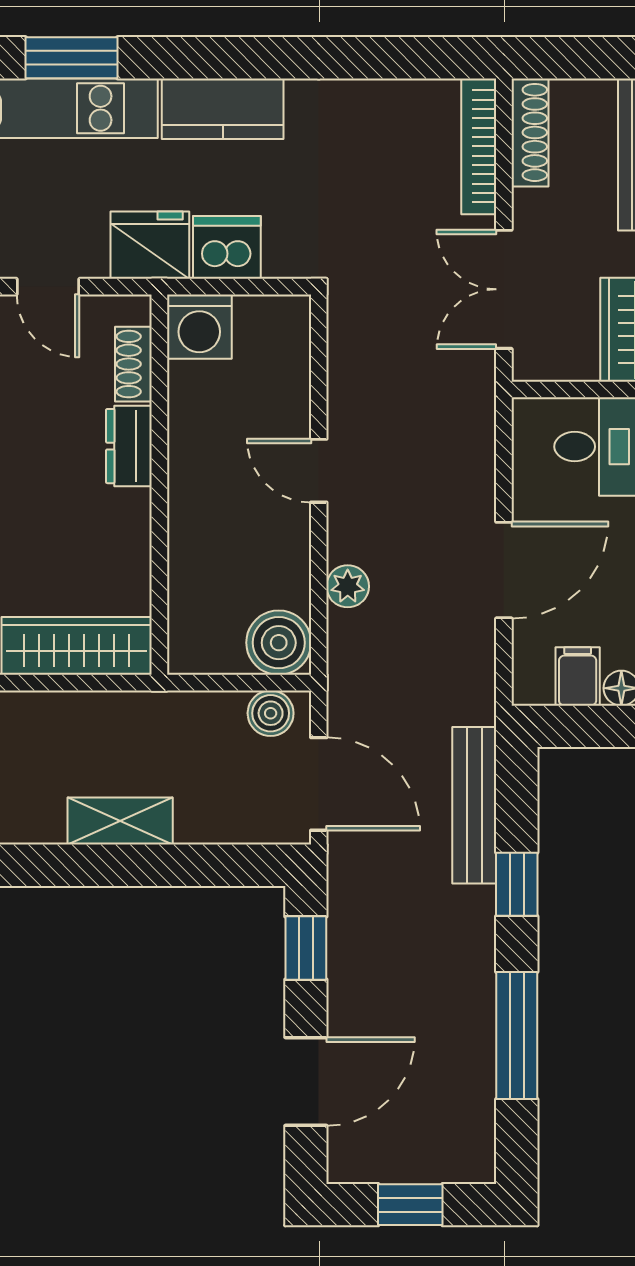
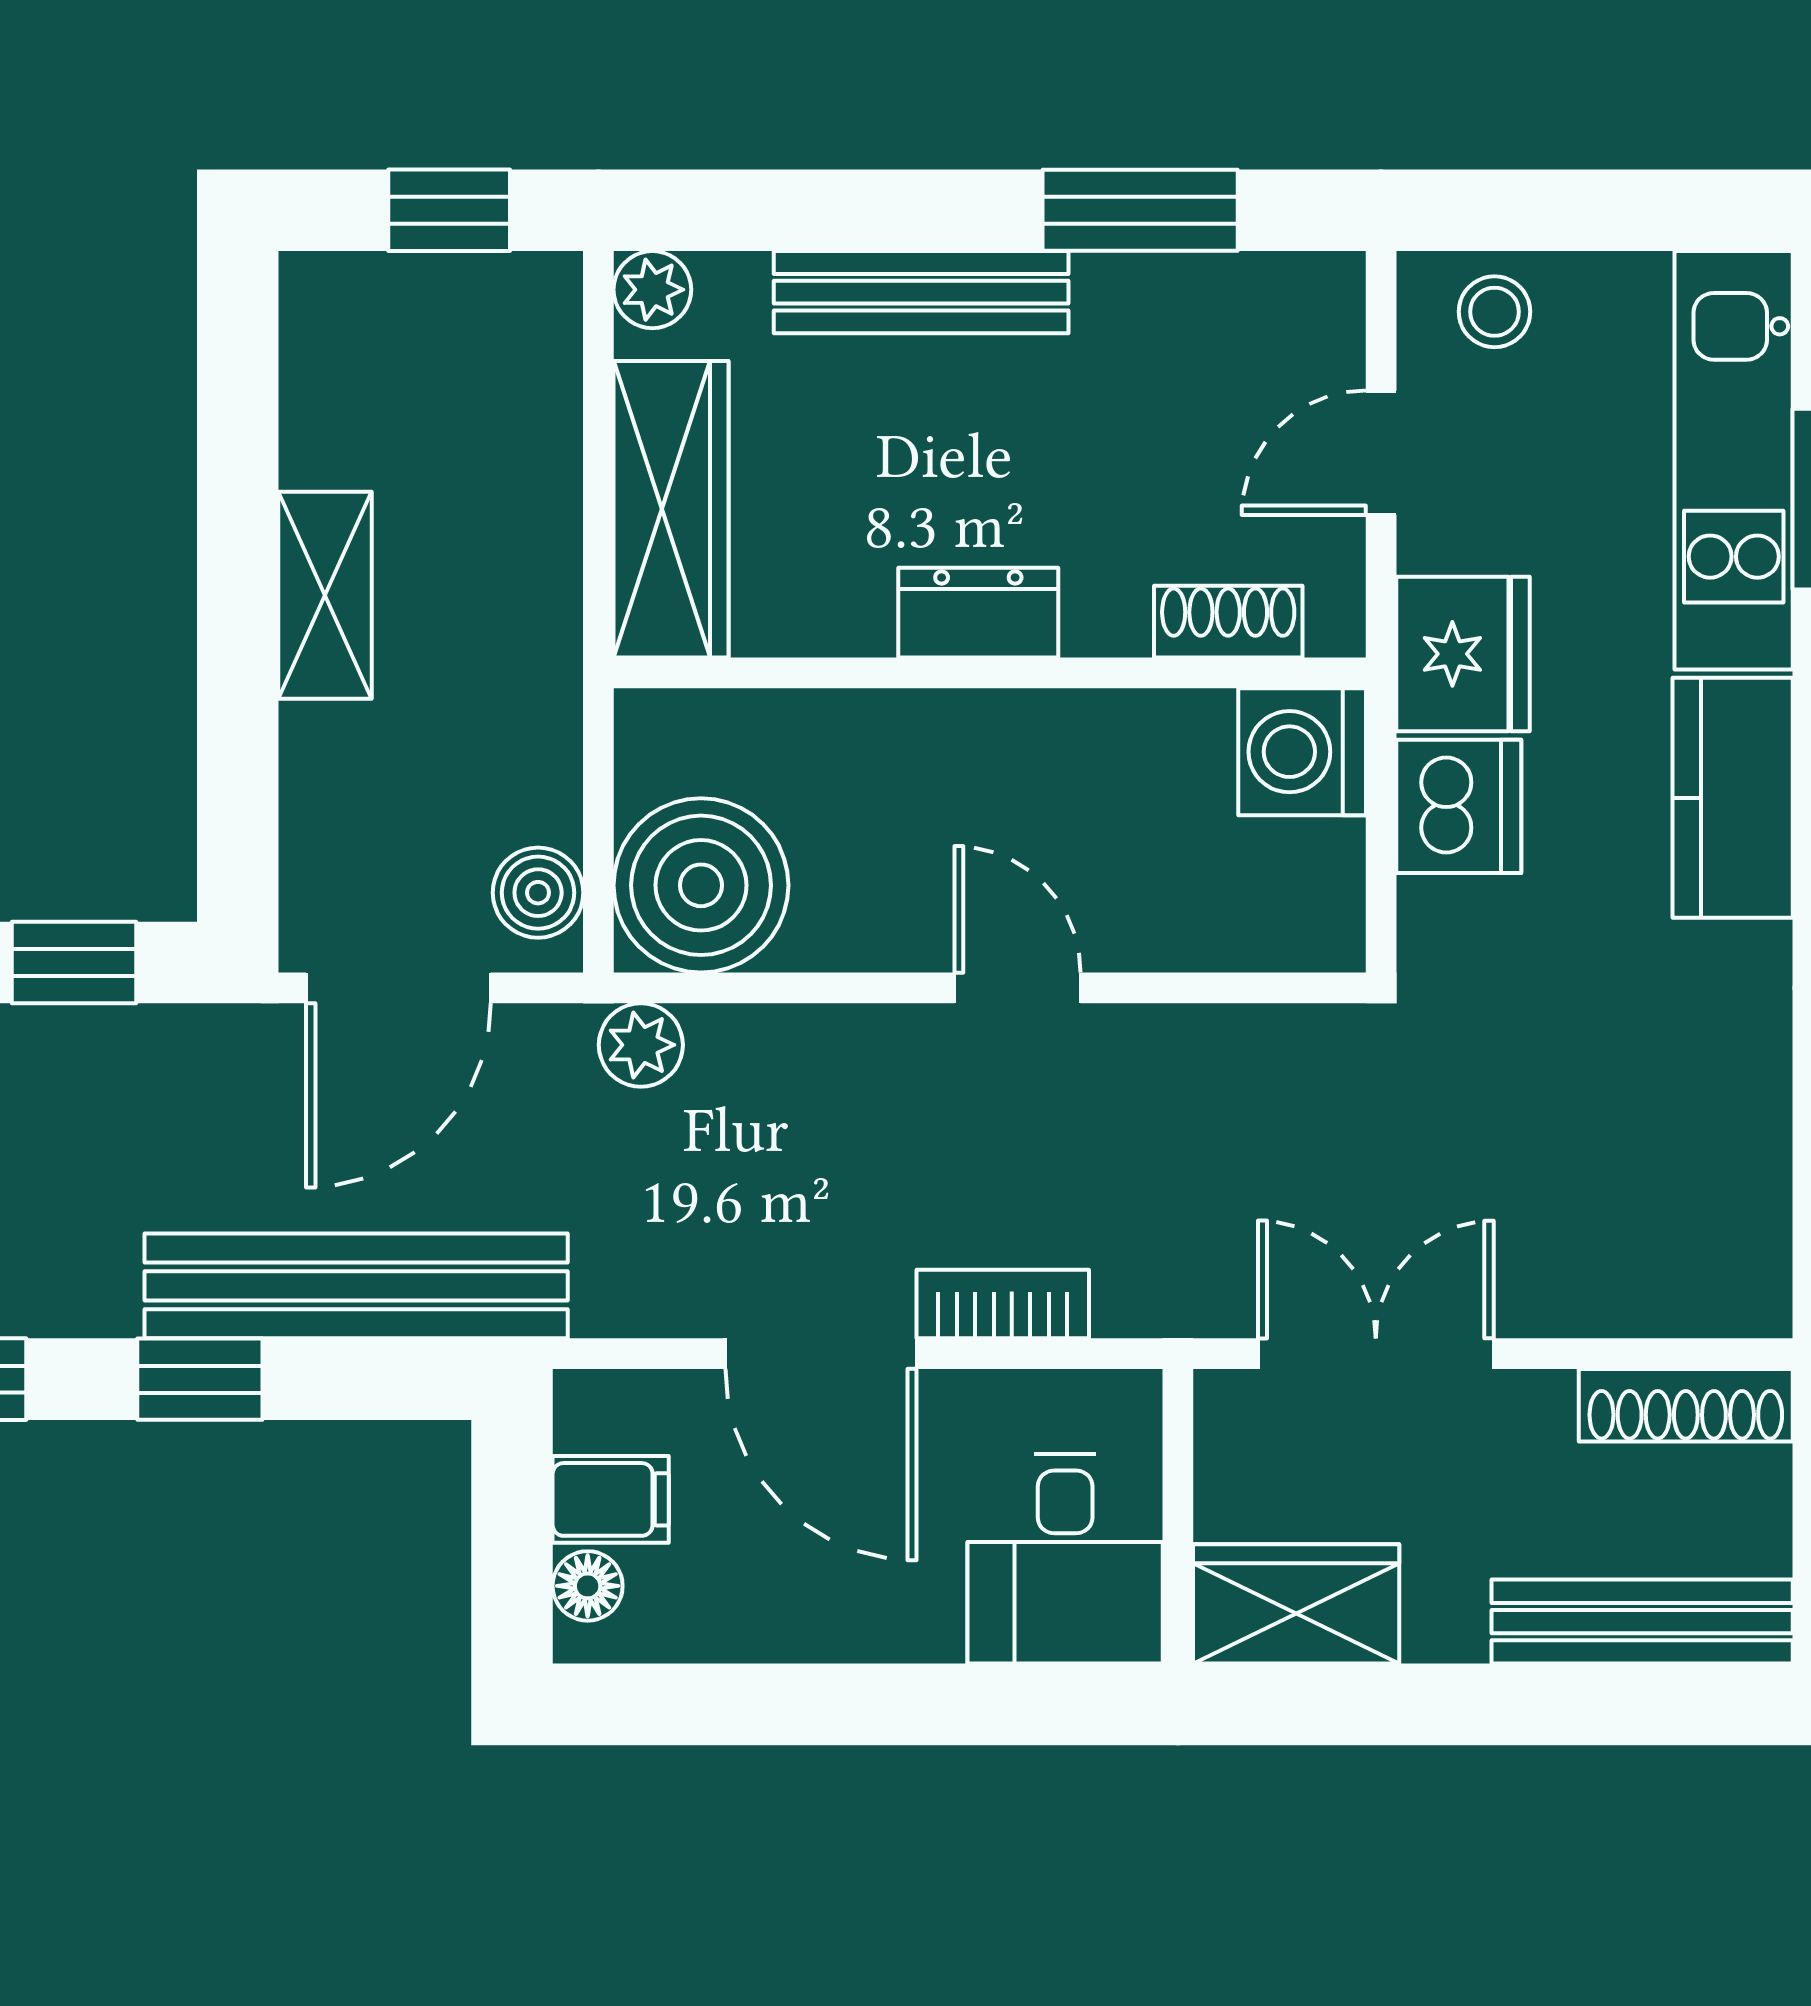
bookcase: (479, 146) -> (1003, 1304), moved, width x0.64
dresser: (129, 446) -> (978, 613), moved
door: (319, 471) -> (1018, 988), hinge flipped
plant: (348, 586) -> (641, 1045), moved
boiler: (279, 643) -> (701, 885), width x1.37, depth x1.37
bench: (474, 805) -> (356, 1286), width x1.37, depth x1.21

